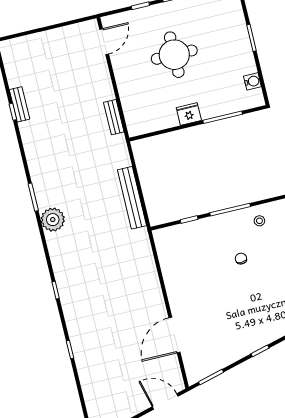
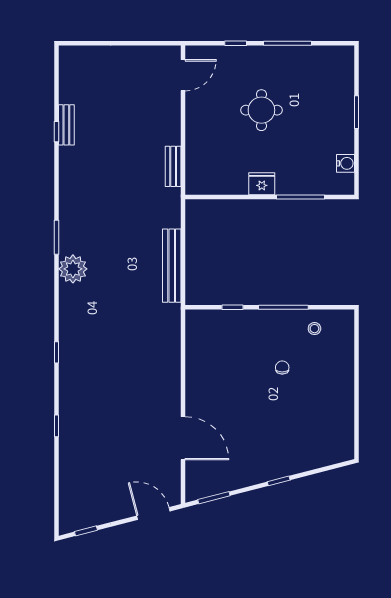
round table: (174, 55) -> (261, 110), width x0.73, depth x0.73
door: (175, 335) -> (183, 438), swing flipped

